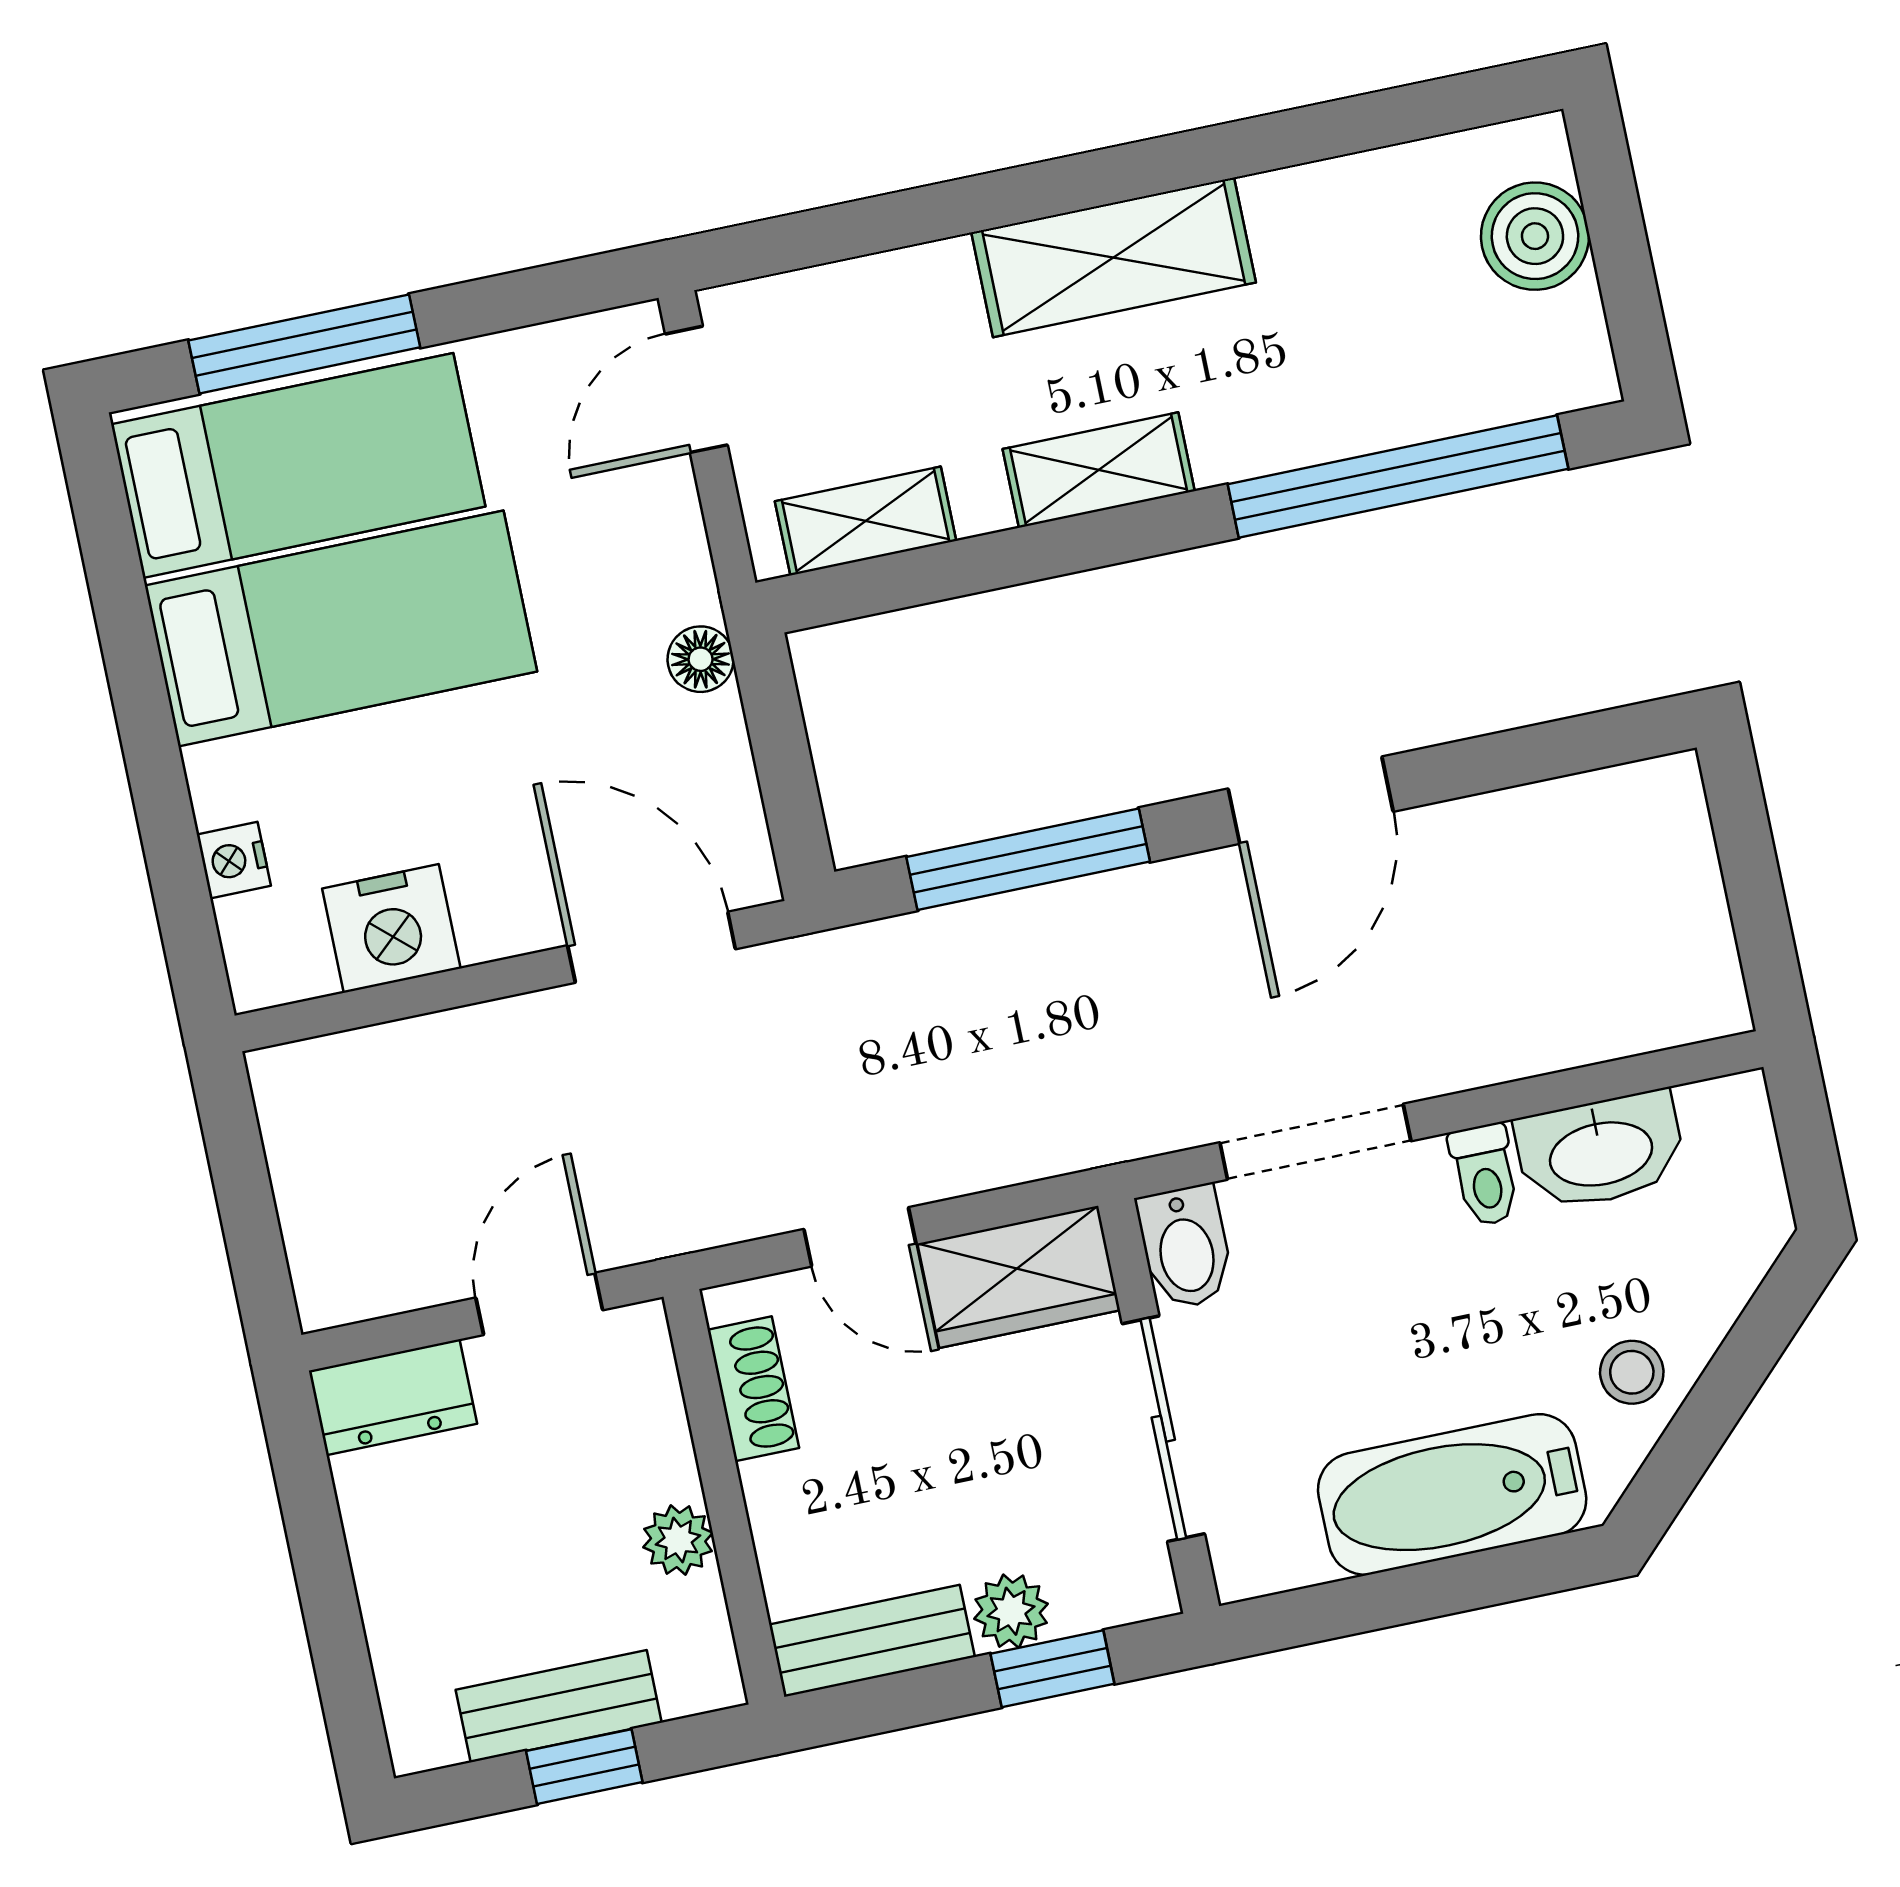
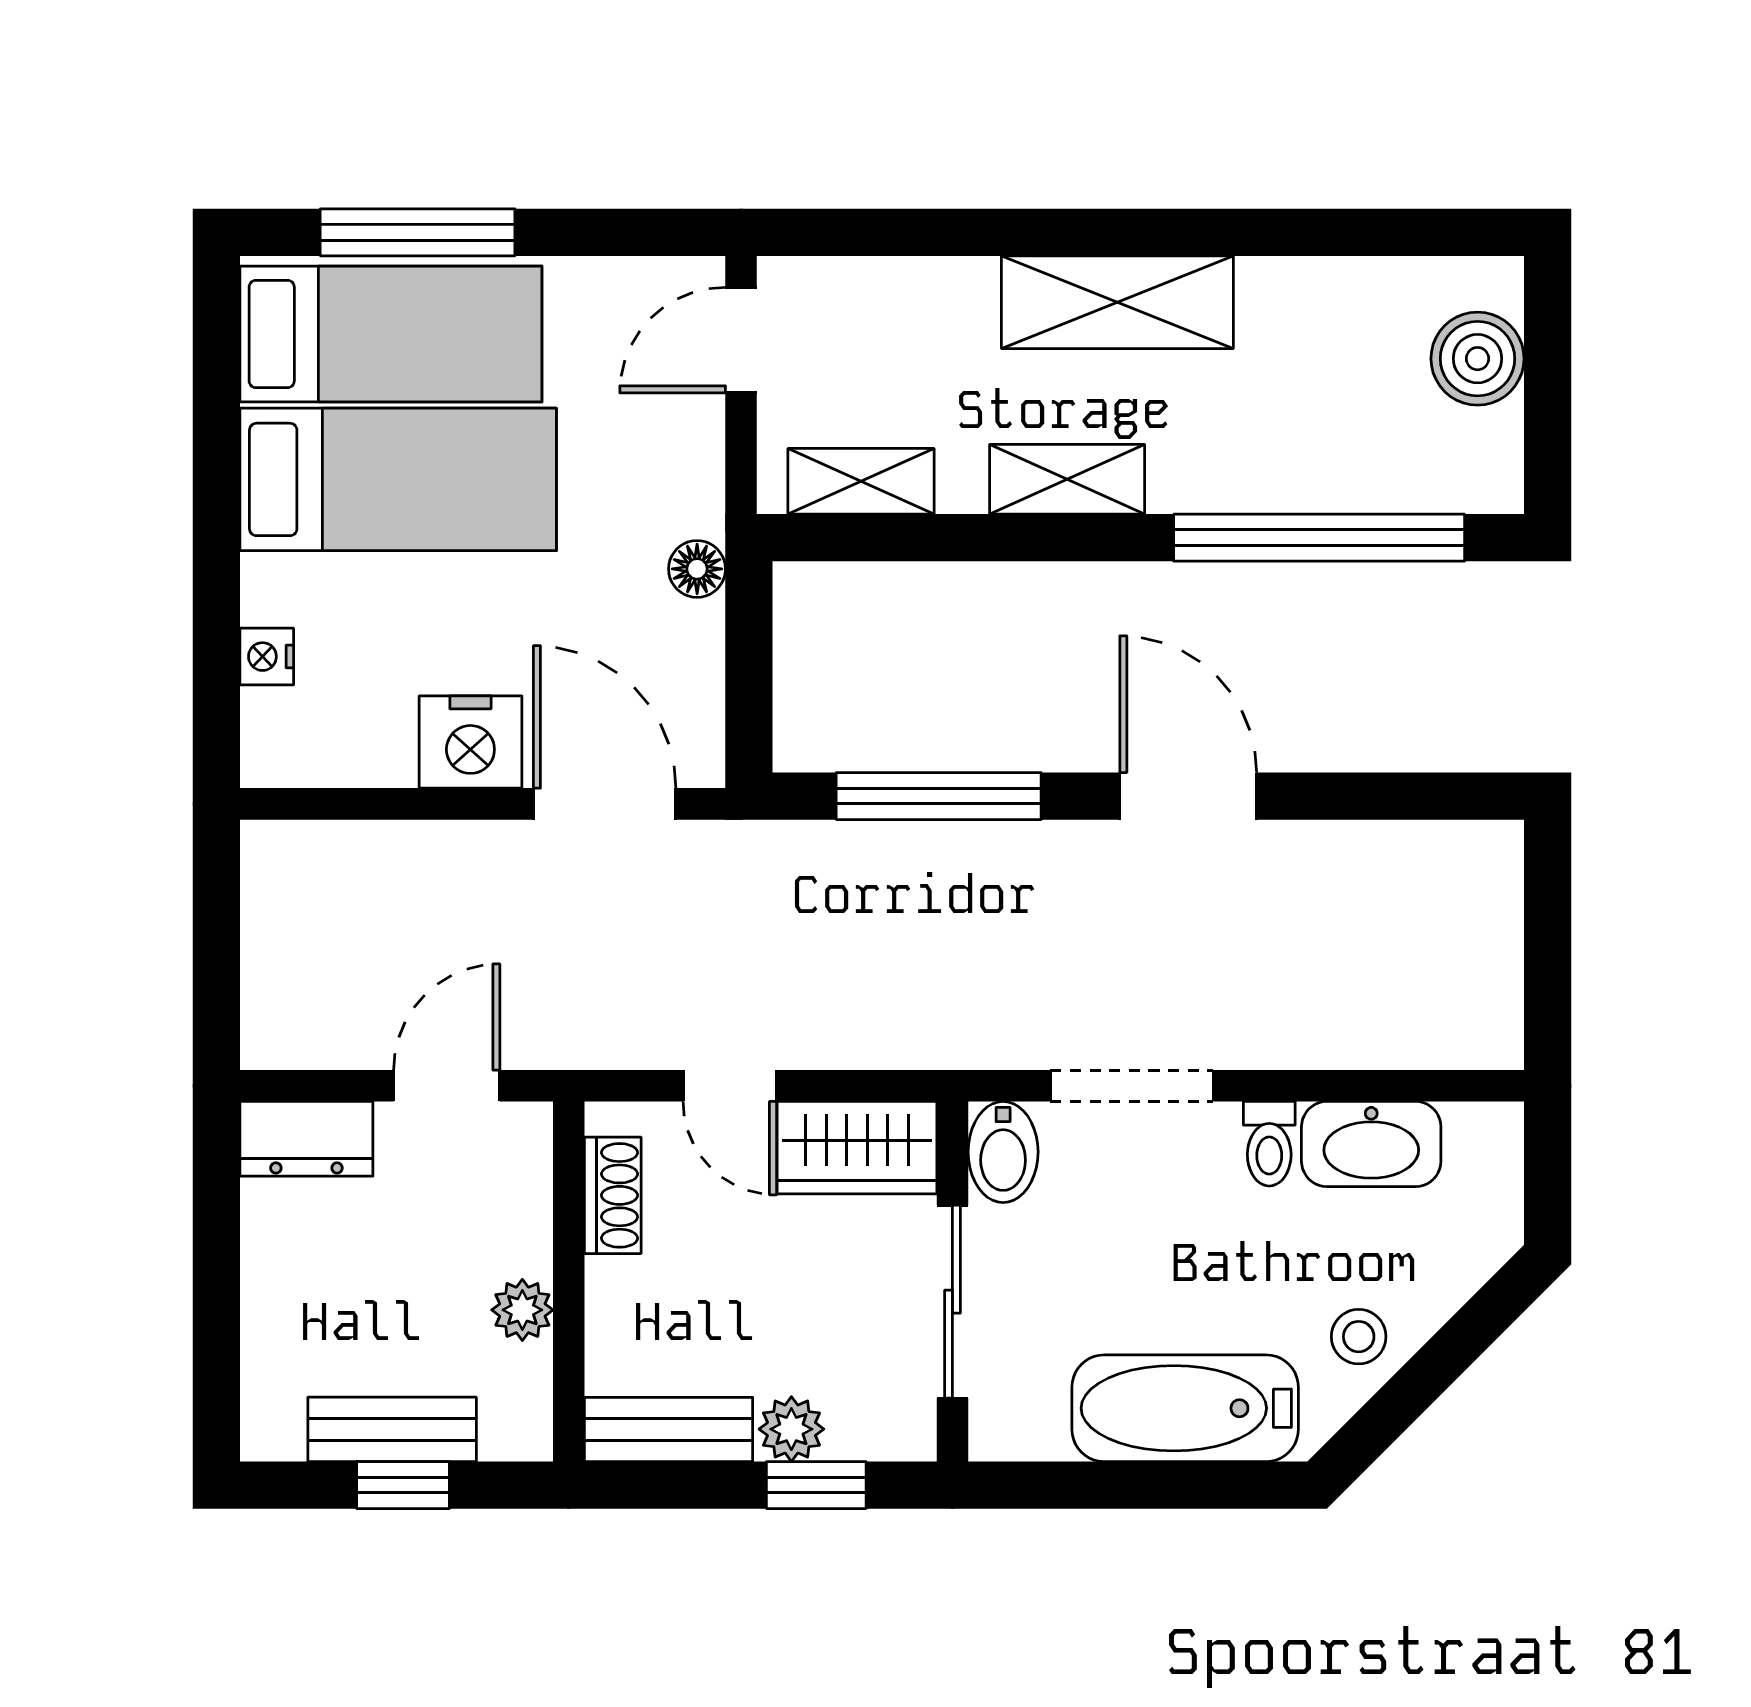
door: (1311, 800) -> (1188, 796), swing flipped
nightstand: (391, 928) -> (470, 742), moved

